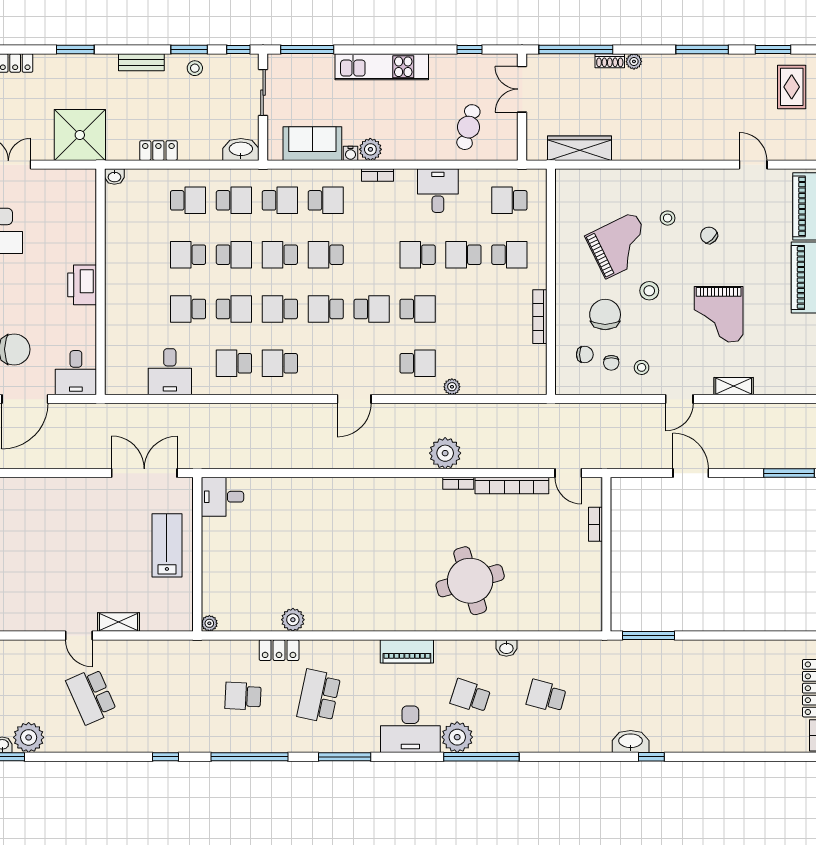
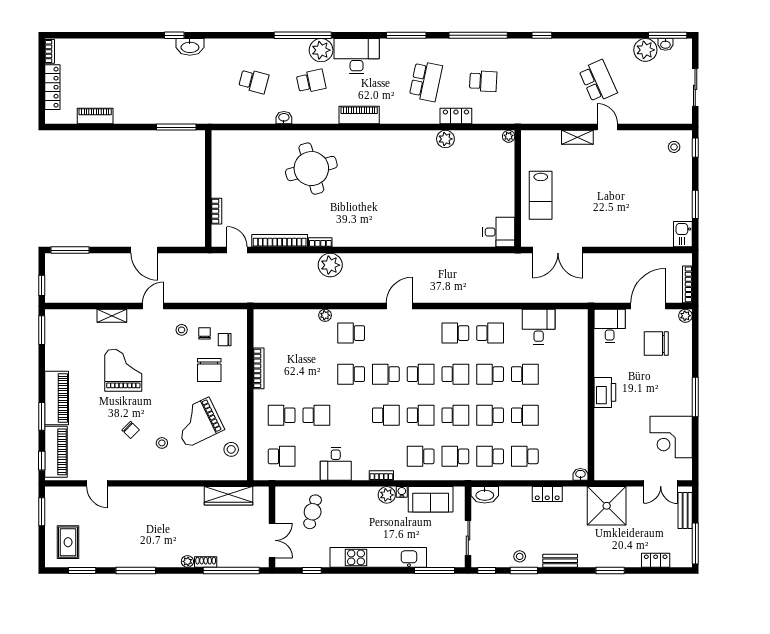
kitchen unit: (382, 67) -> (378, 557), width x1.36
school desk: (418, 255) -> (386, 415), moved
stool: (649, 291) -> (231, 449), moved
school desk: (280, 363) -> (455, 333), turned 180
piano: (756, 650) -> (95, 116), added
school desk: (470, 696) -> (311, 81), turned -30

